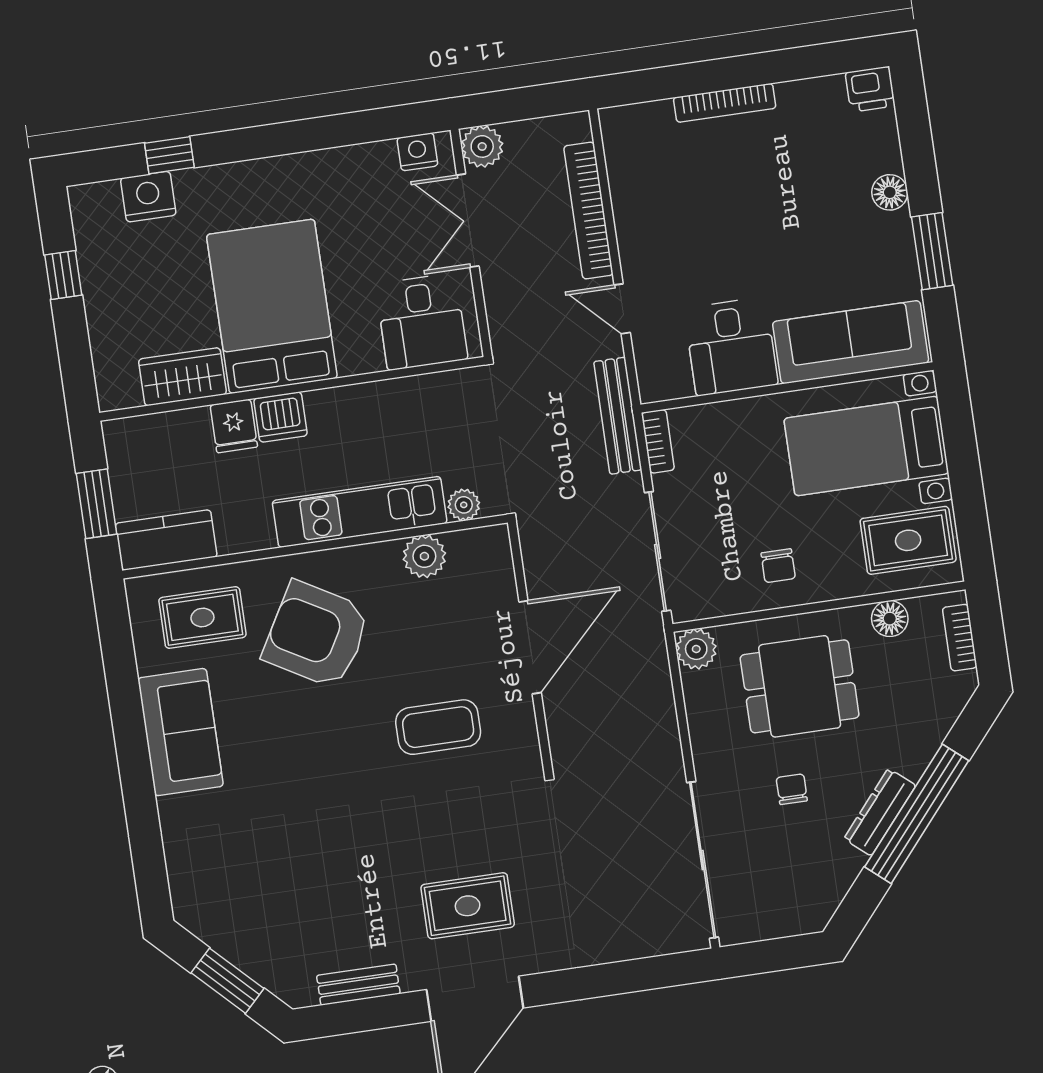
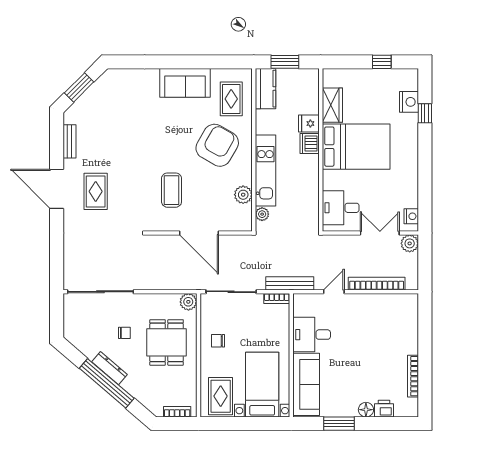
printer: (870, 89) -> (384, 409), moved, turned 90
bookcase: (725, 103) -> (413, 376), moved
floor lamp: (890, 619) -> (189, 384), removed

